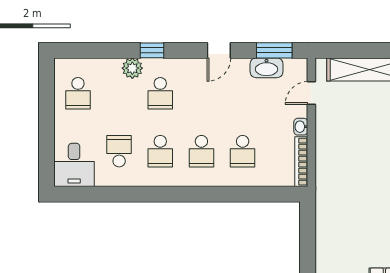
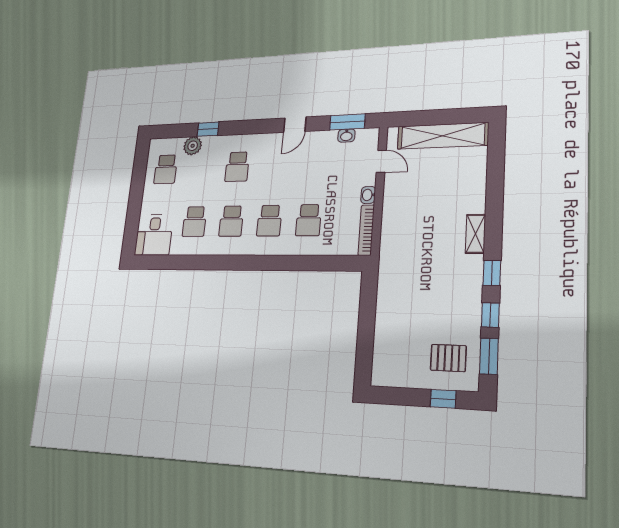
window: (152, 50) -> (208, 129), moved
plant: (132, 68) -> (193, 146), moved
washbasin: (267, 68) -> (346, 136), width x0.52, depth x0.69
door: (311, 93) -> (381, 161), swing flipped
school desk: (119, 151) -> (195, 222), turned 180

